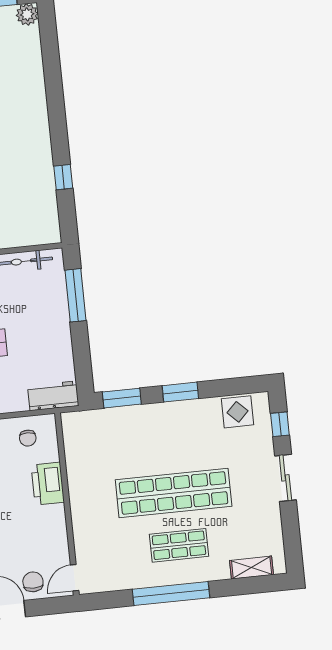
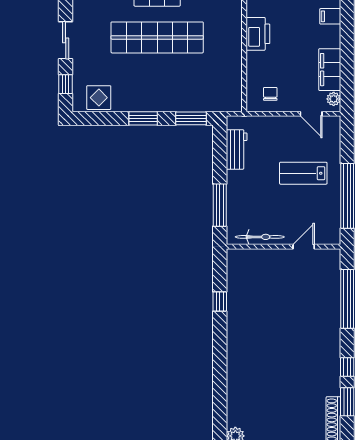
workbench: (53, 396) -> (237, 149), moved, turned -90
printer: (48, 484) -> (258, 34), moved

